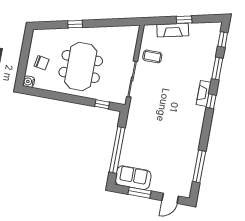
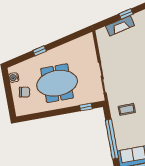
coffee table: (152, 56) -> (127, 109), moved
meeting table: (81, 67) -> (57, 83), turned 90
water cooler: (29, 82) -> (14, 78), moved

